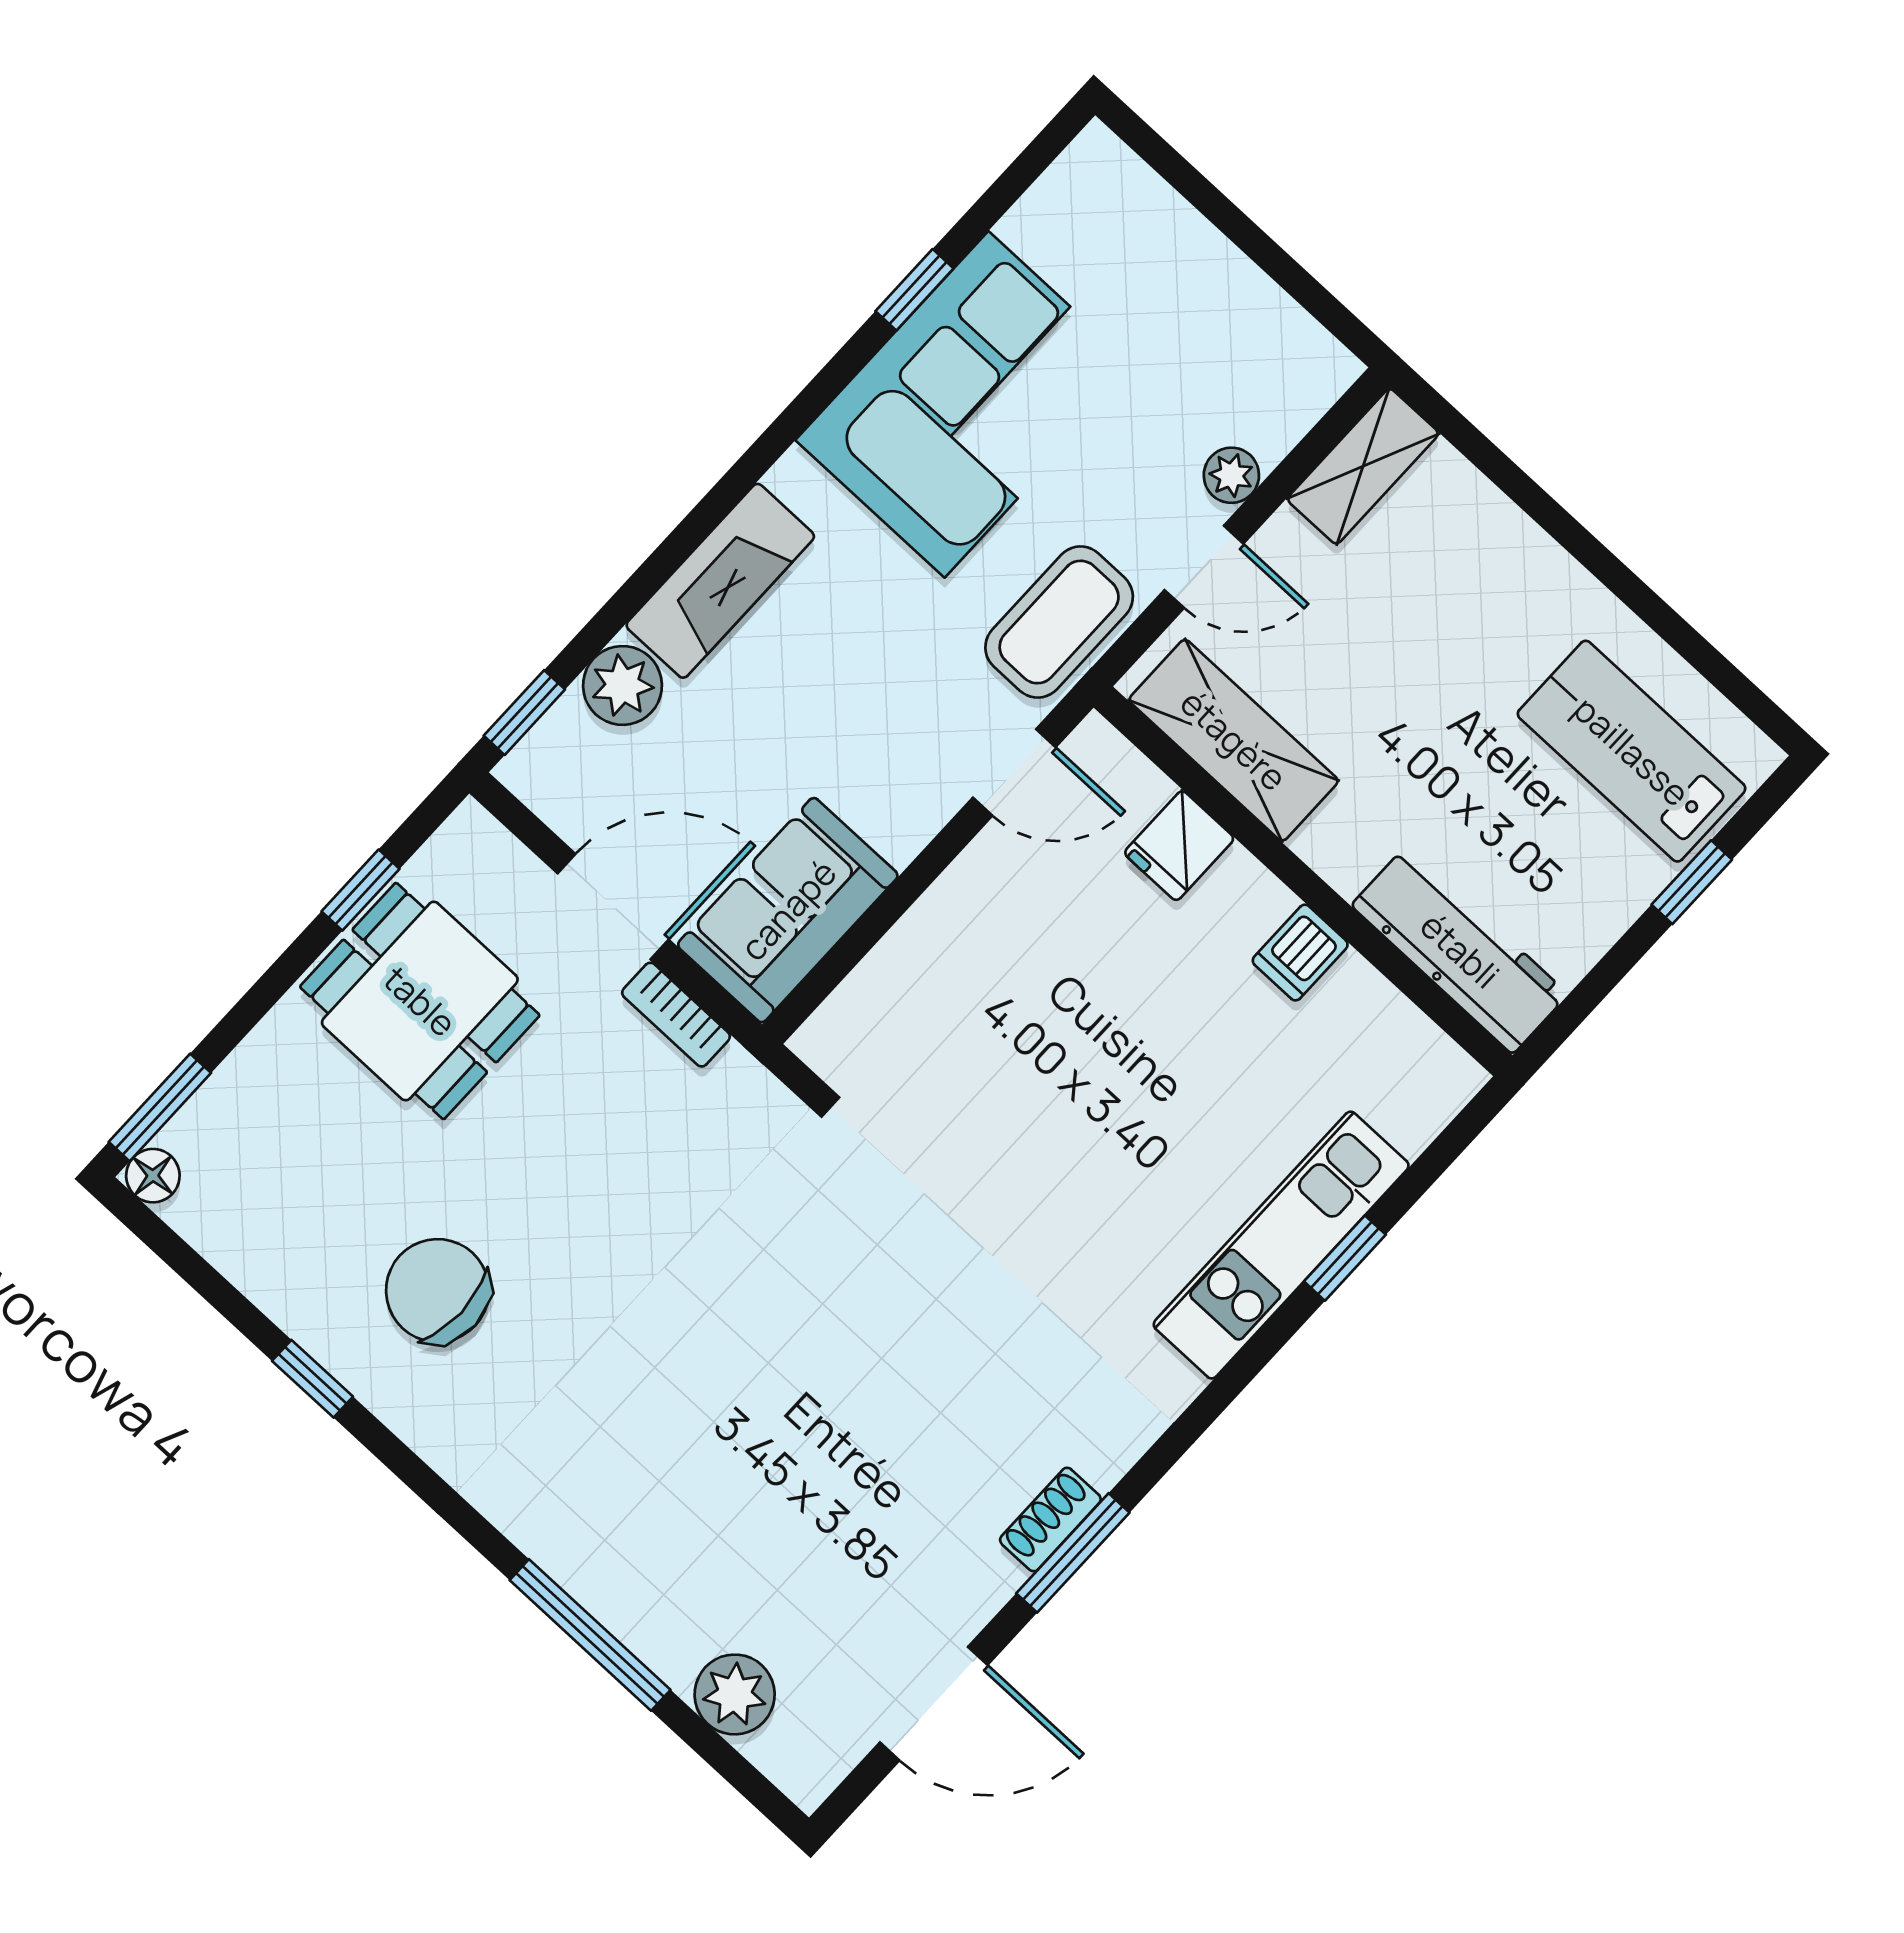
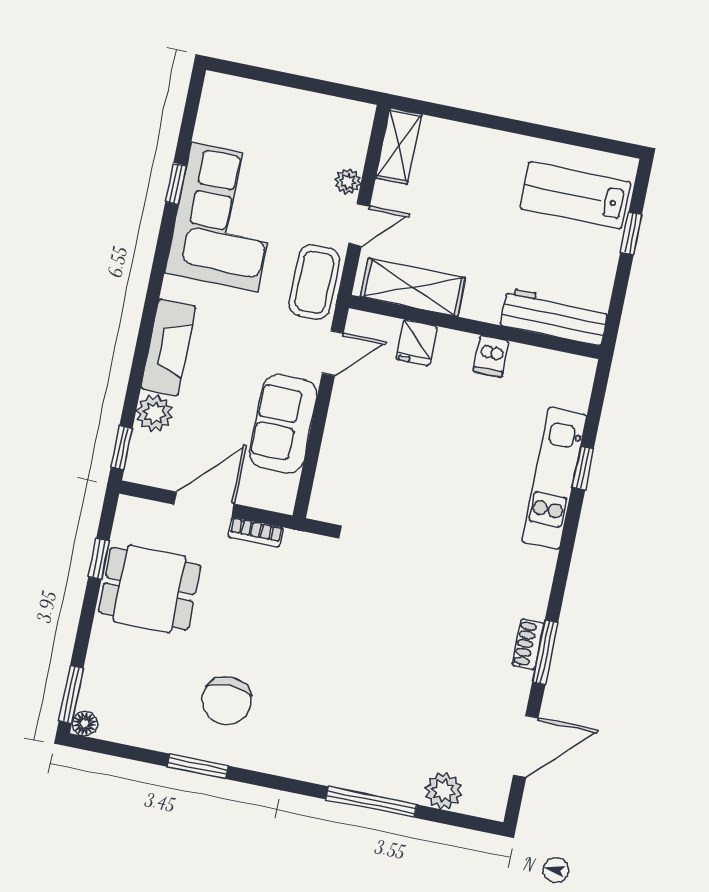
sofa: (788, 910) -> (283, 424), moved
chair: (438, 1291) -> (227, 701), turned -90
window: (312, 1379) -> (198, 766), width x1.50

